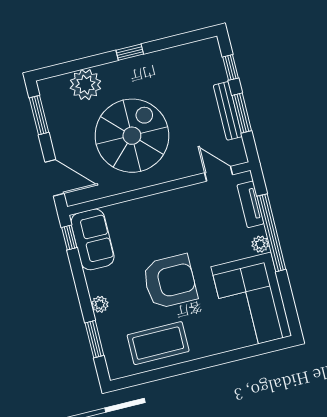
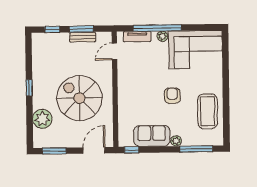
bench: (228, 111) -> (83, 37), width x0.73
sofa: (93, 239) -> (152, 136), moved
armchair: (170, 282) -> (172, 96), width x0.53, depth x0.53
window: (94, 339) -> (196, 149), width x1.44

